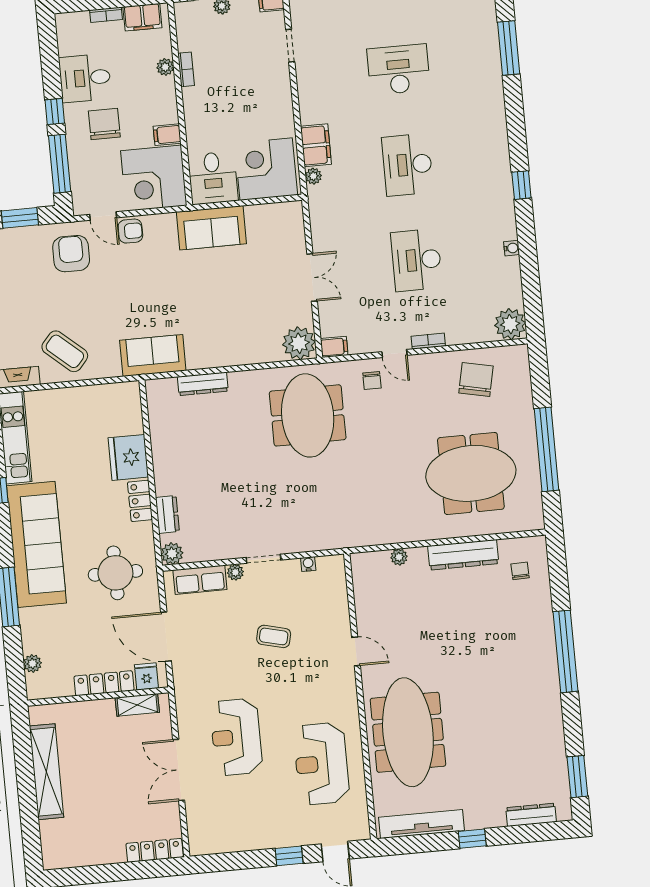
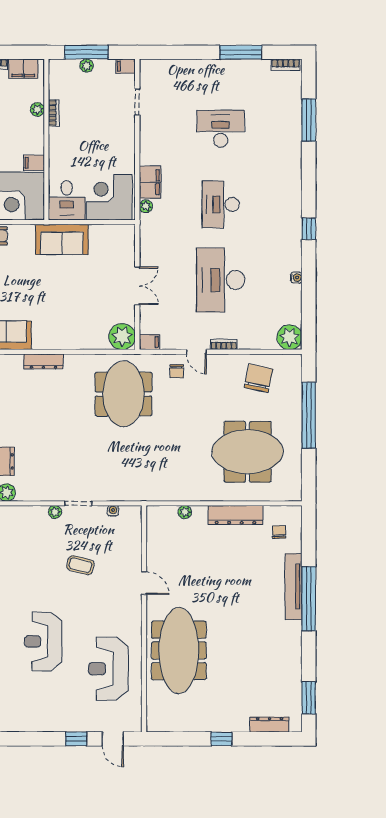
desk: (417, 260) -> (221, 280), width x1.36, depth x1.30
window: (546, 449) -> (309, 415), moved
row of seats: (200, 580) -> (27, 515), removed
tv unit: (421, 824) -> (293, 587), moved, turned -90

